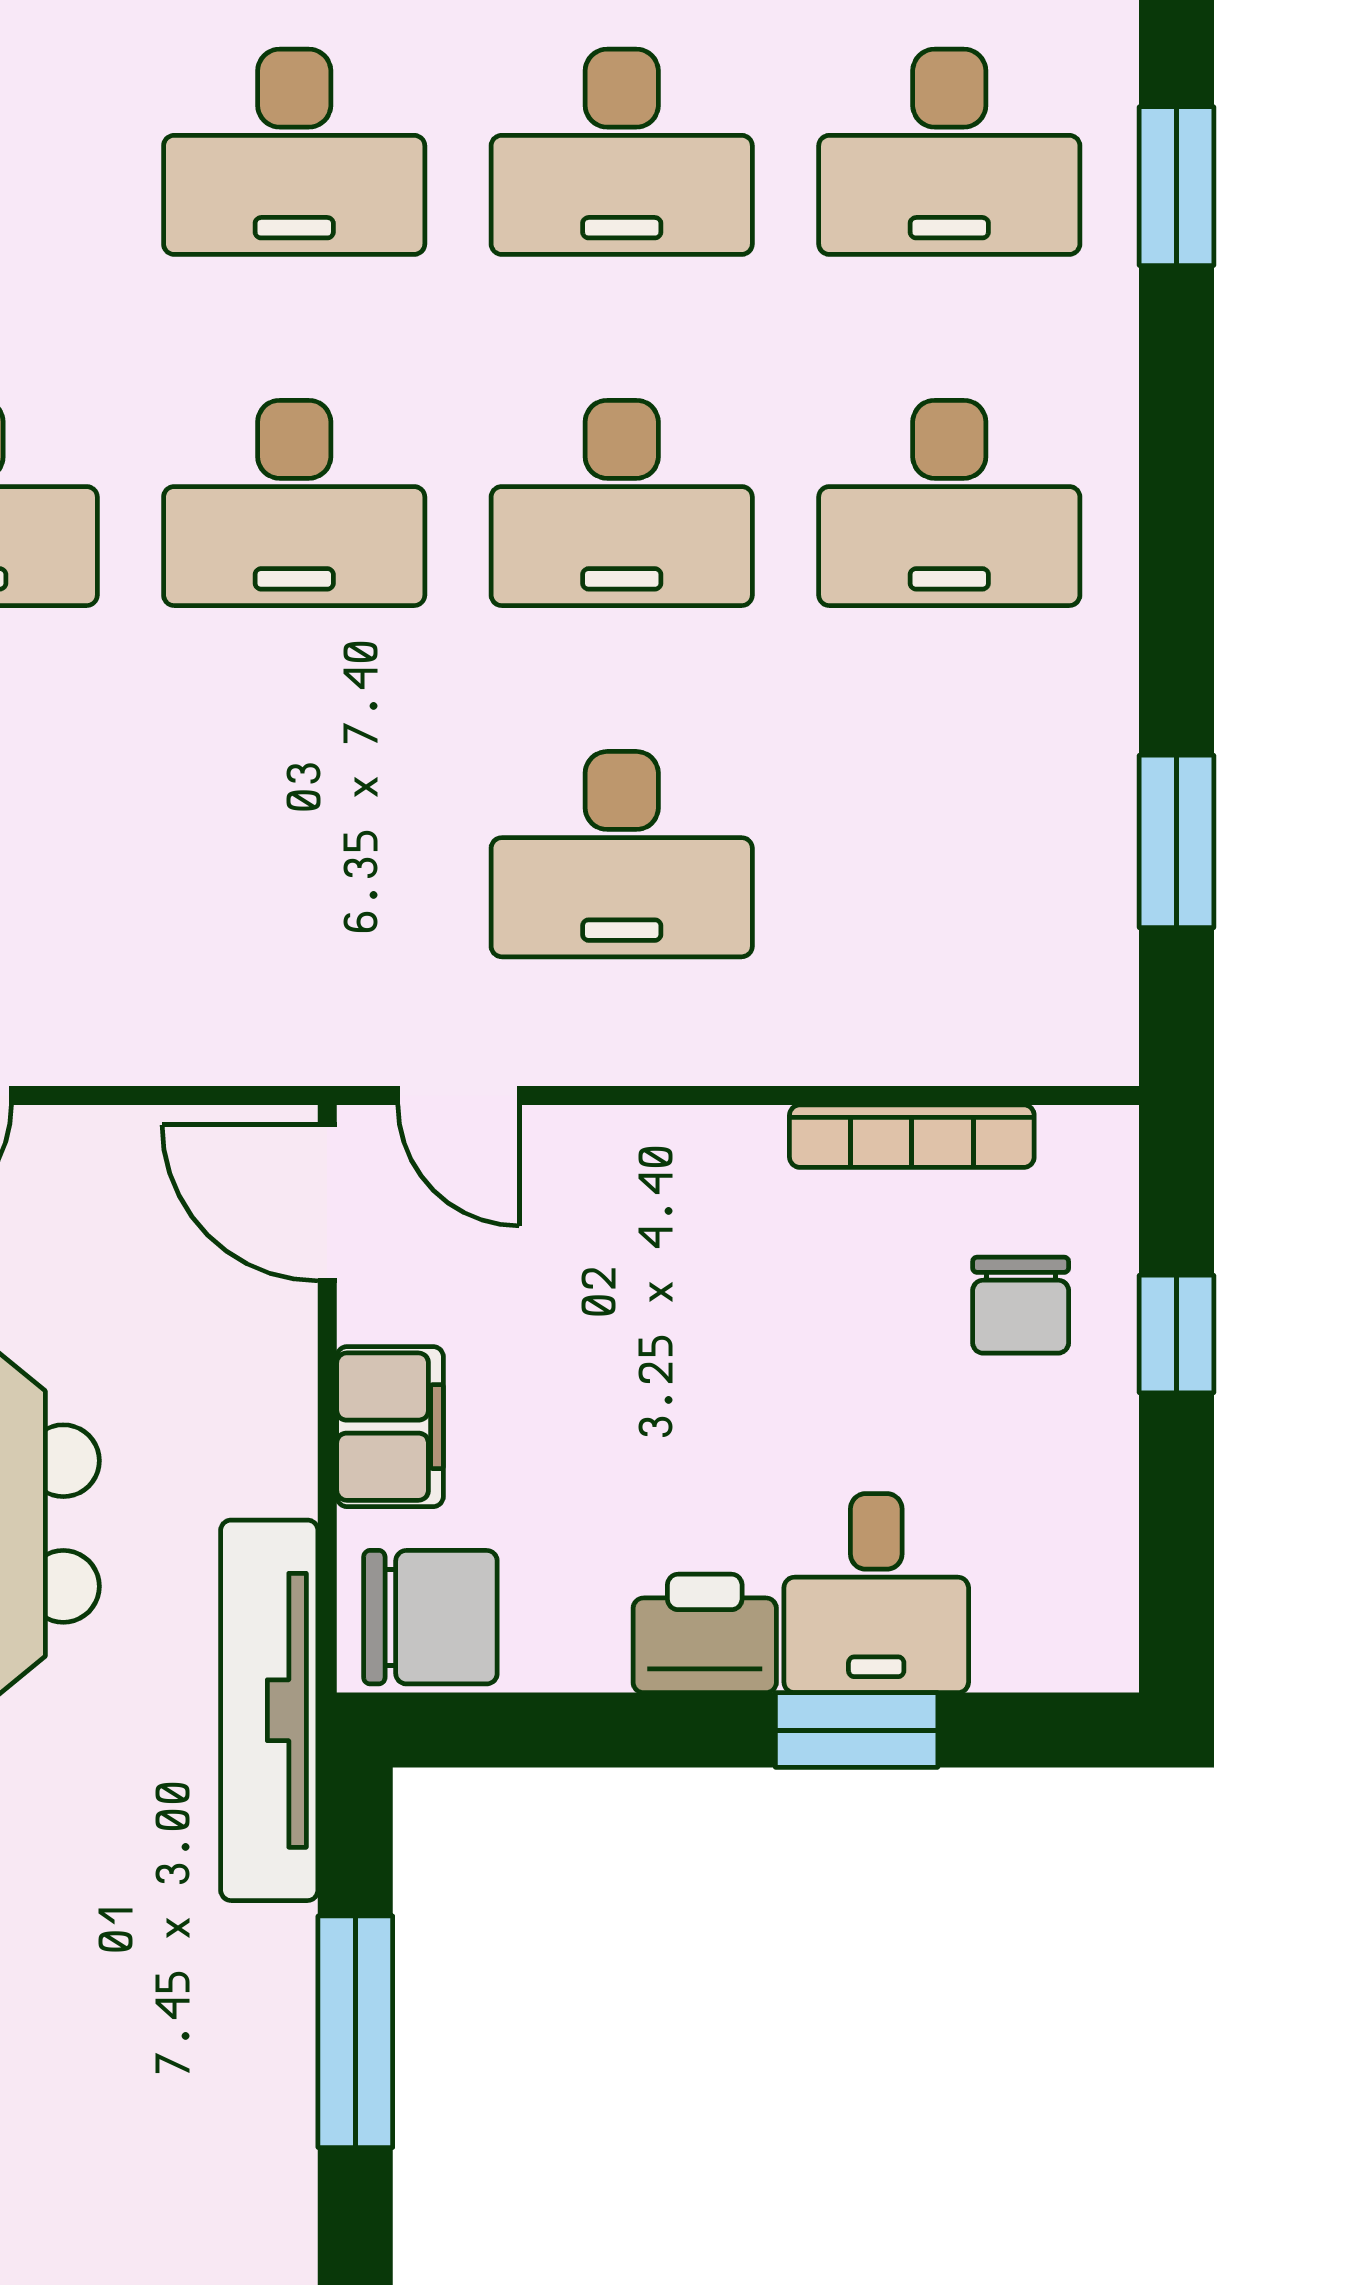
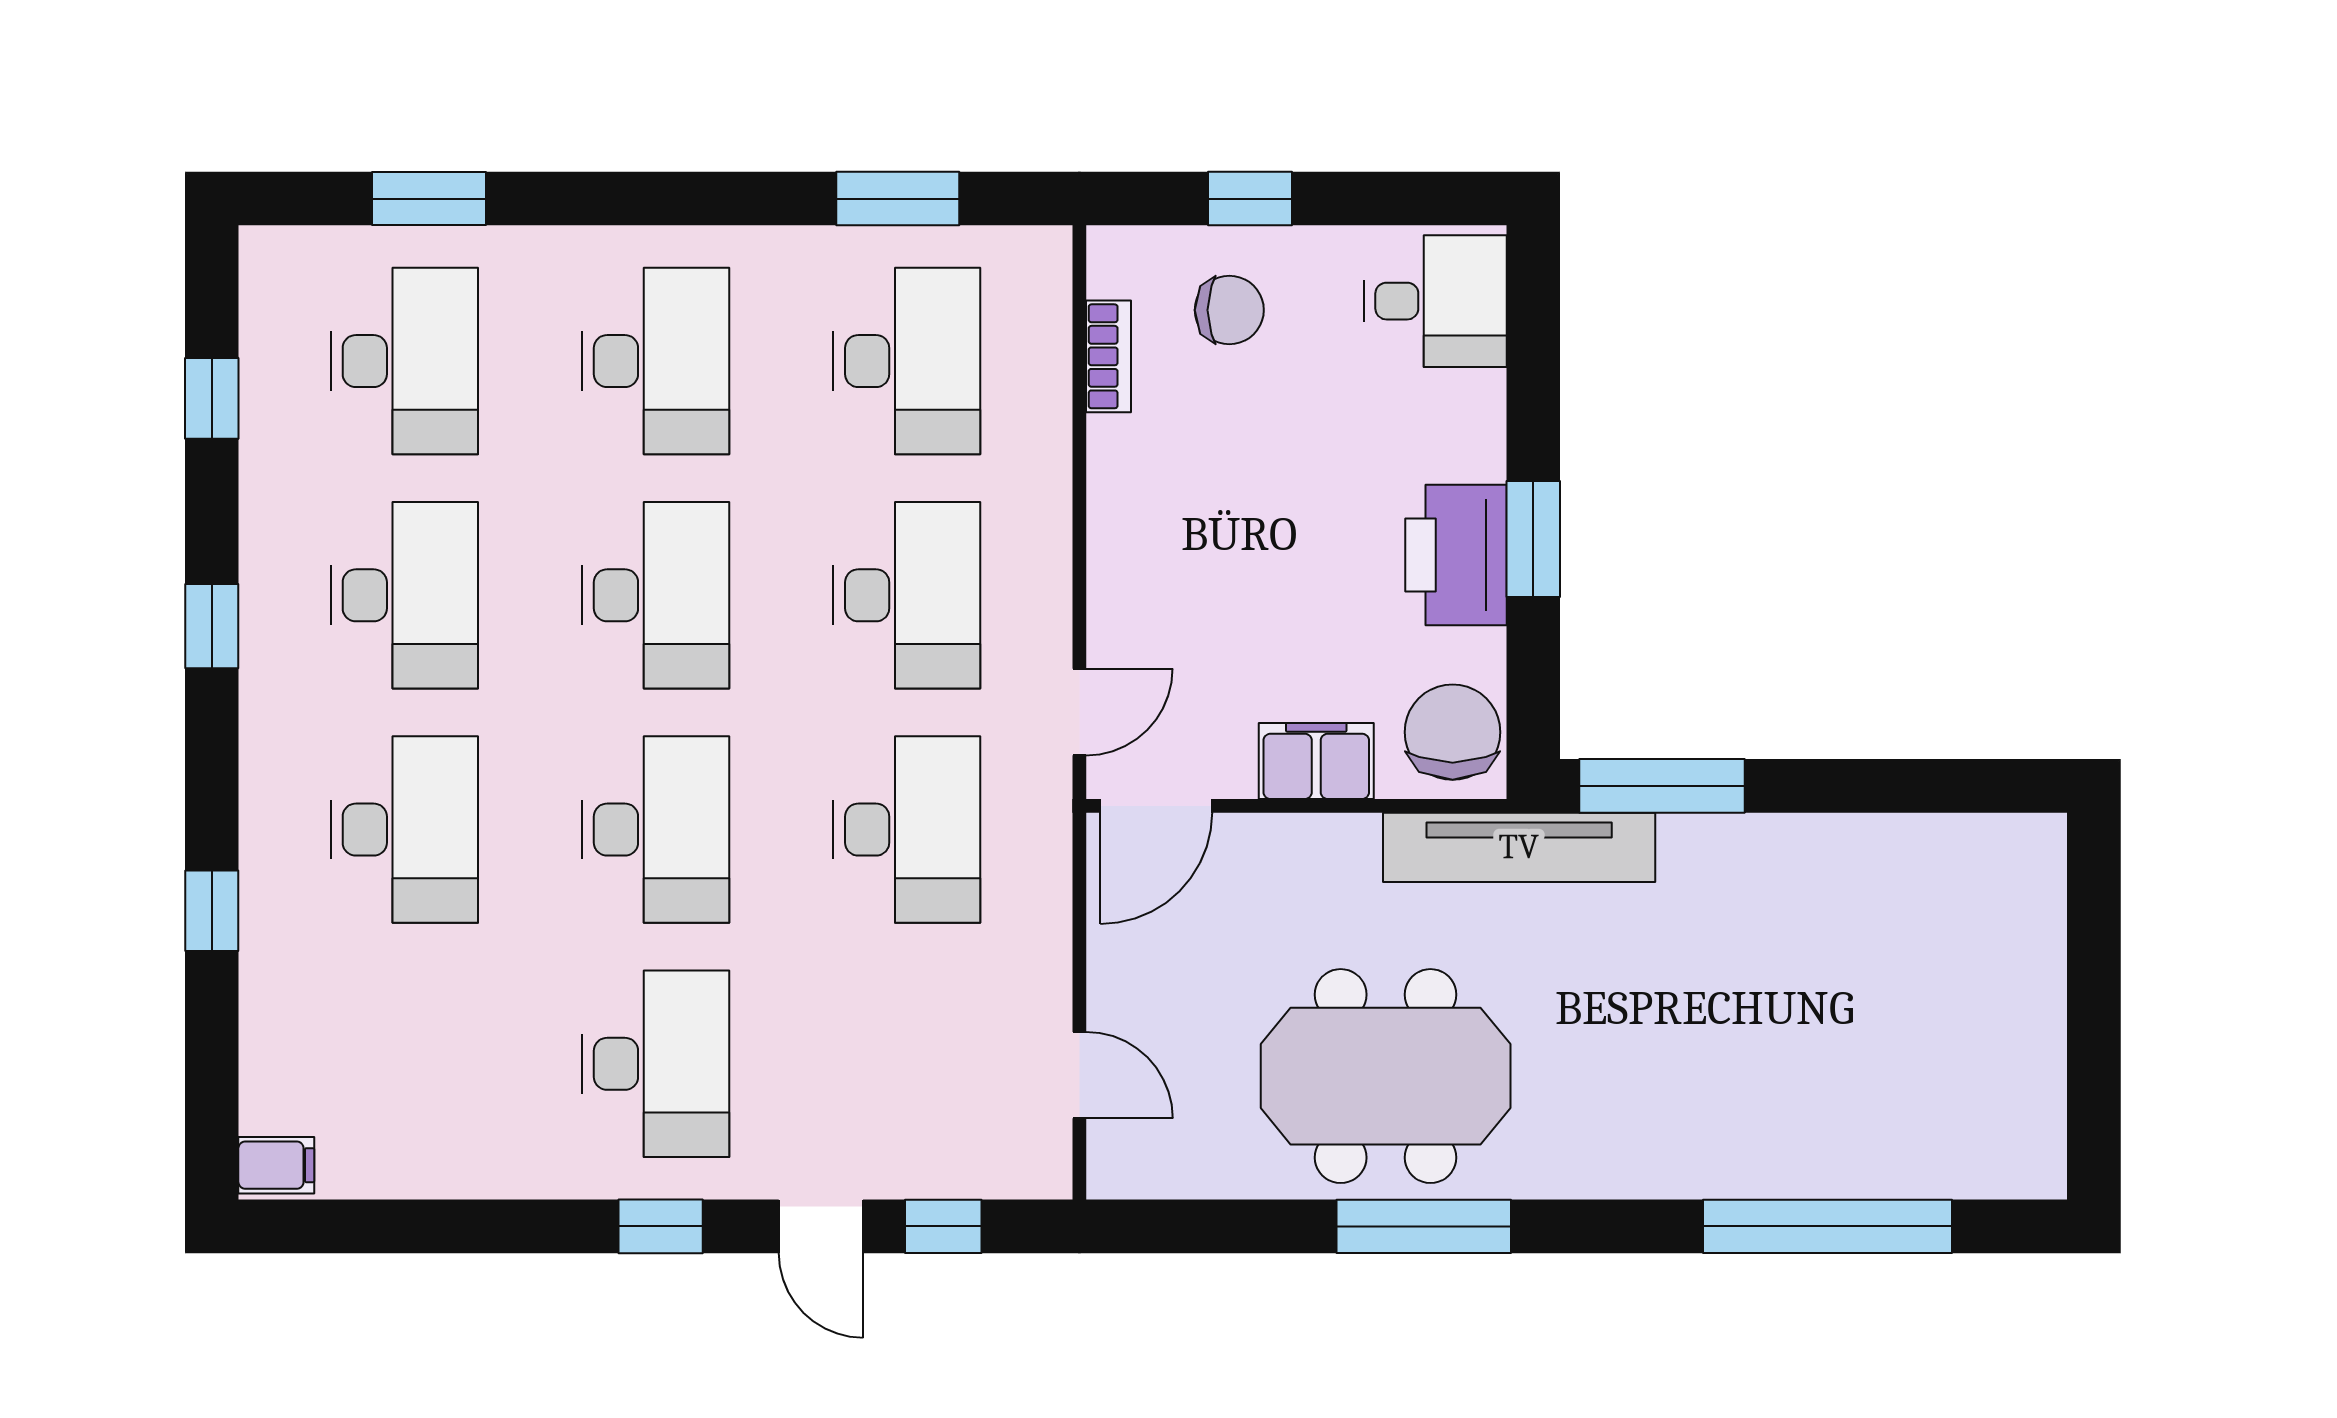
desk: (294, 854) -> (907, 830), added
desk: (949, 854) -> (907, 361), added
bookcase: (912, 1136) -> (1108, 356), width x0.64
desk: (876, 1593) -> (1435, 301), moved
printer: (705, 1633) -> (1456, 555), width x1.37, depth x1.19
window: (857, 1730) -> (1533, 539), moved
window: (355, 2032) -> (1662, 786), moved

